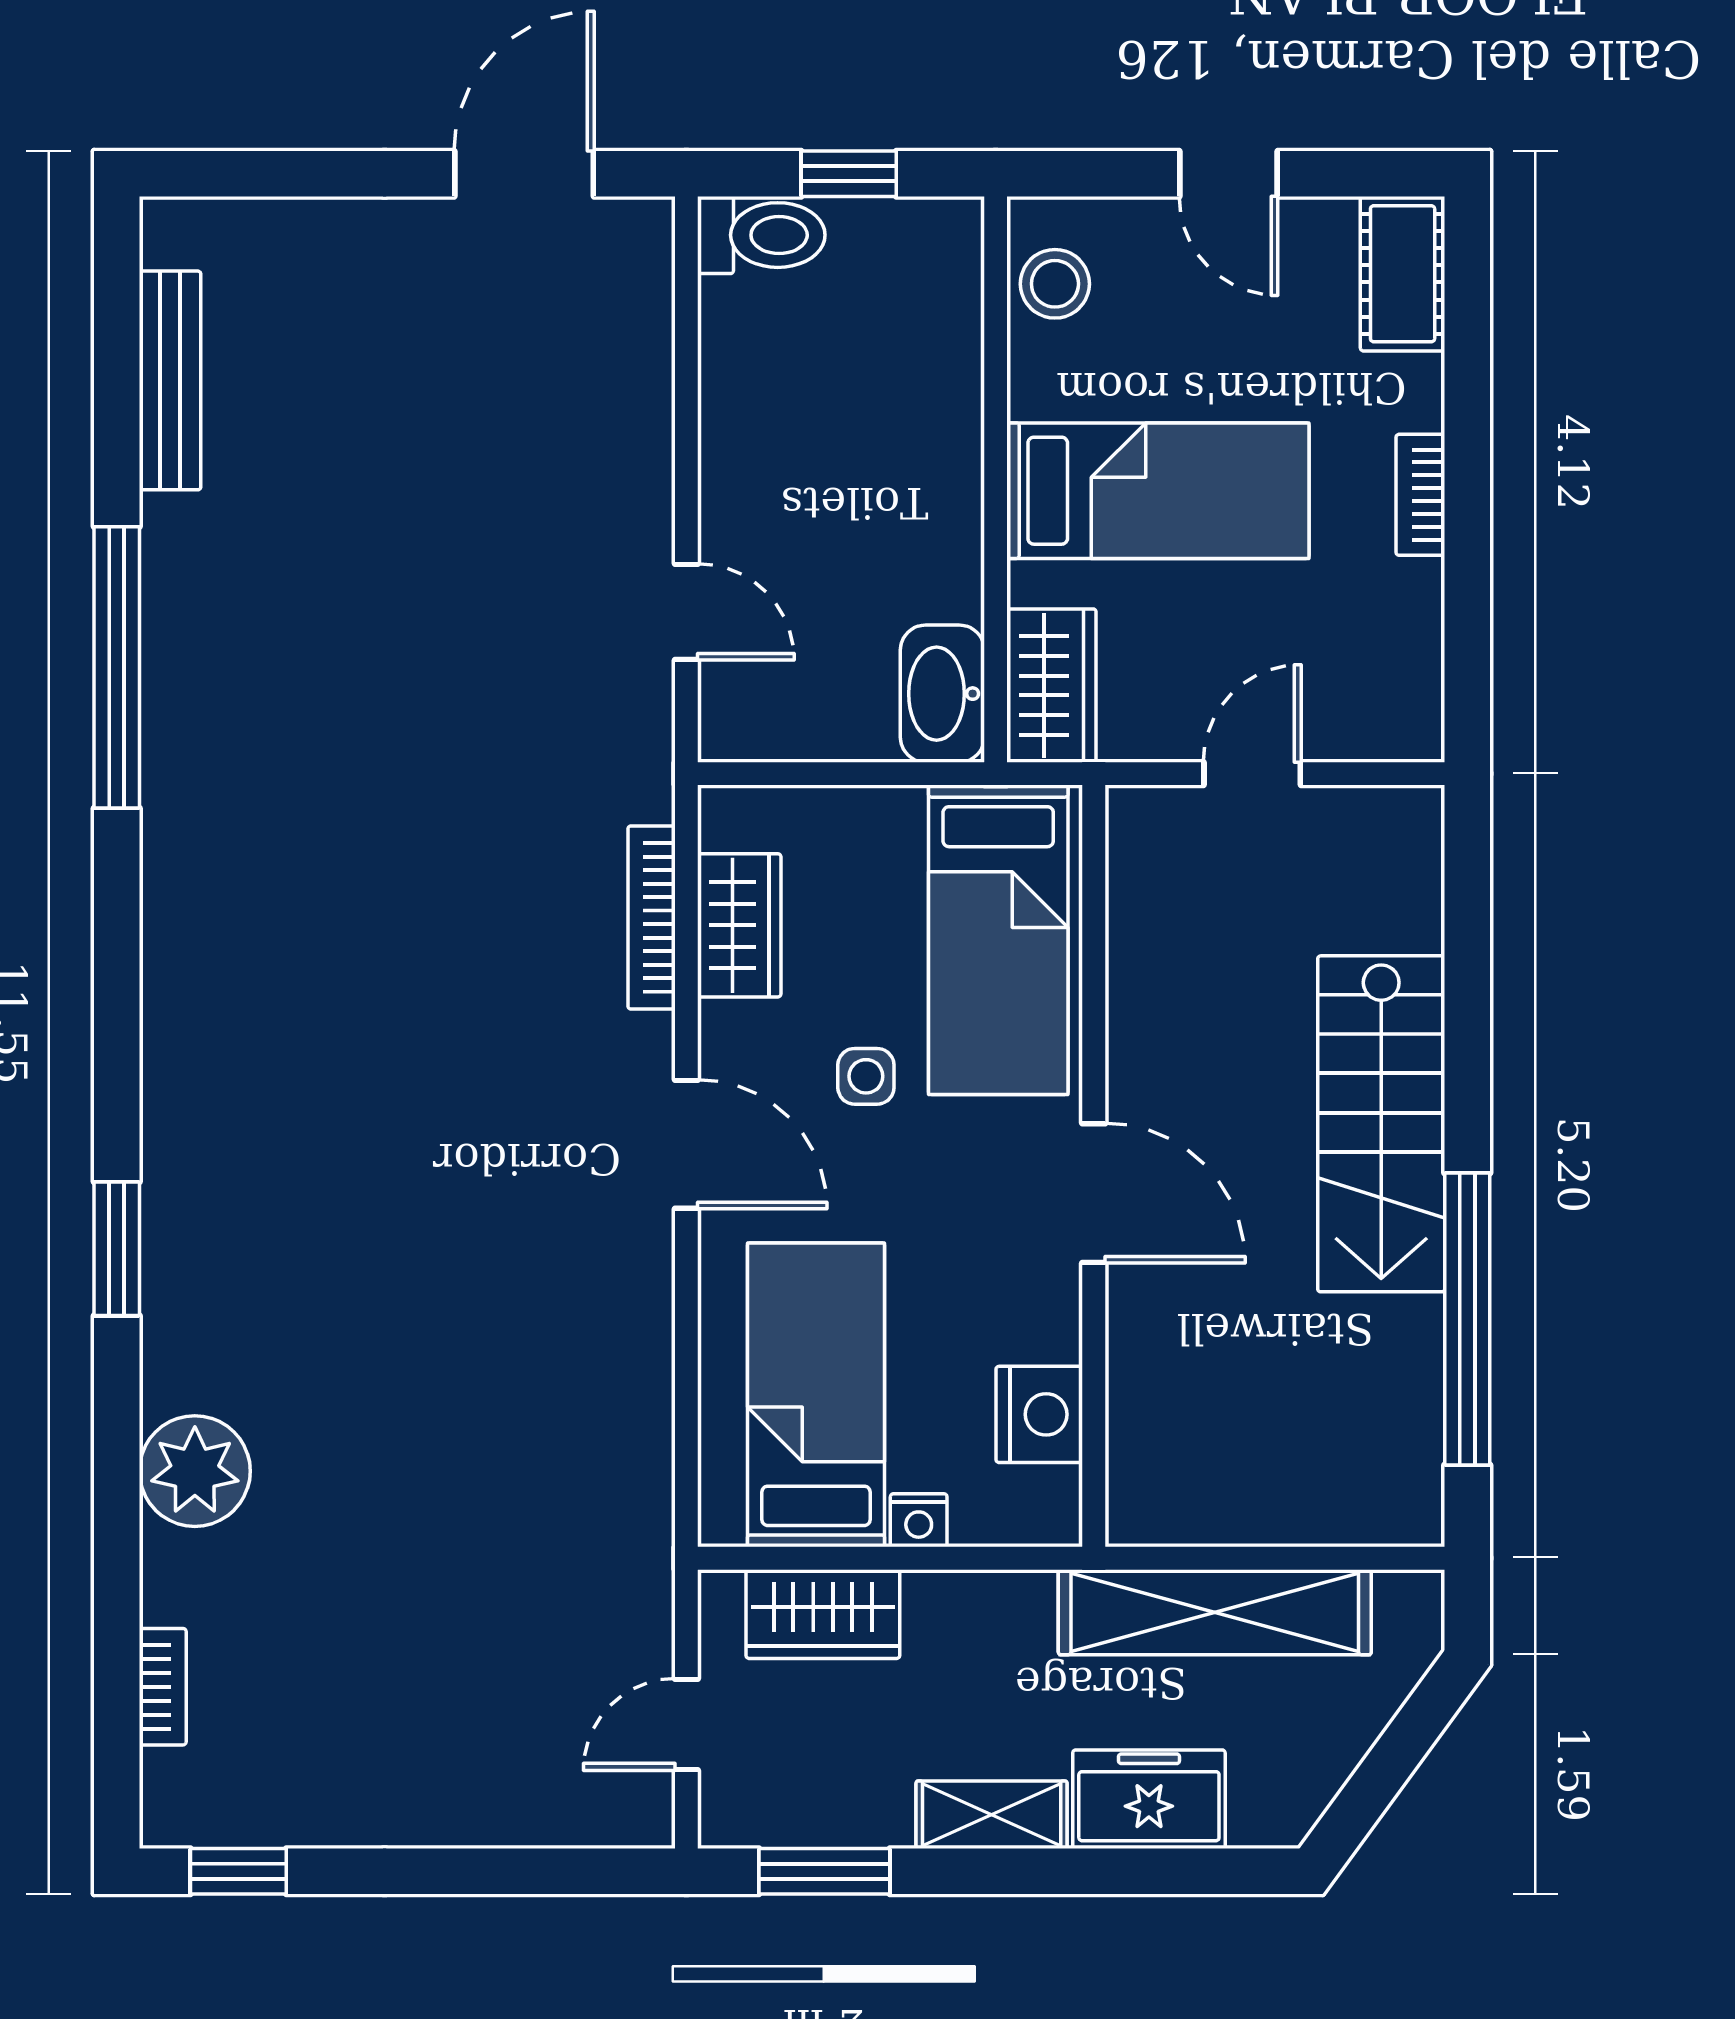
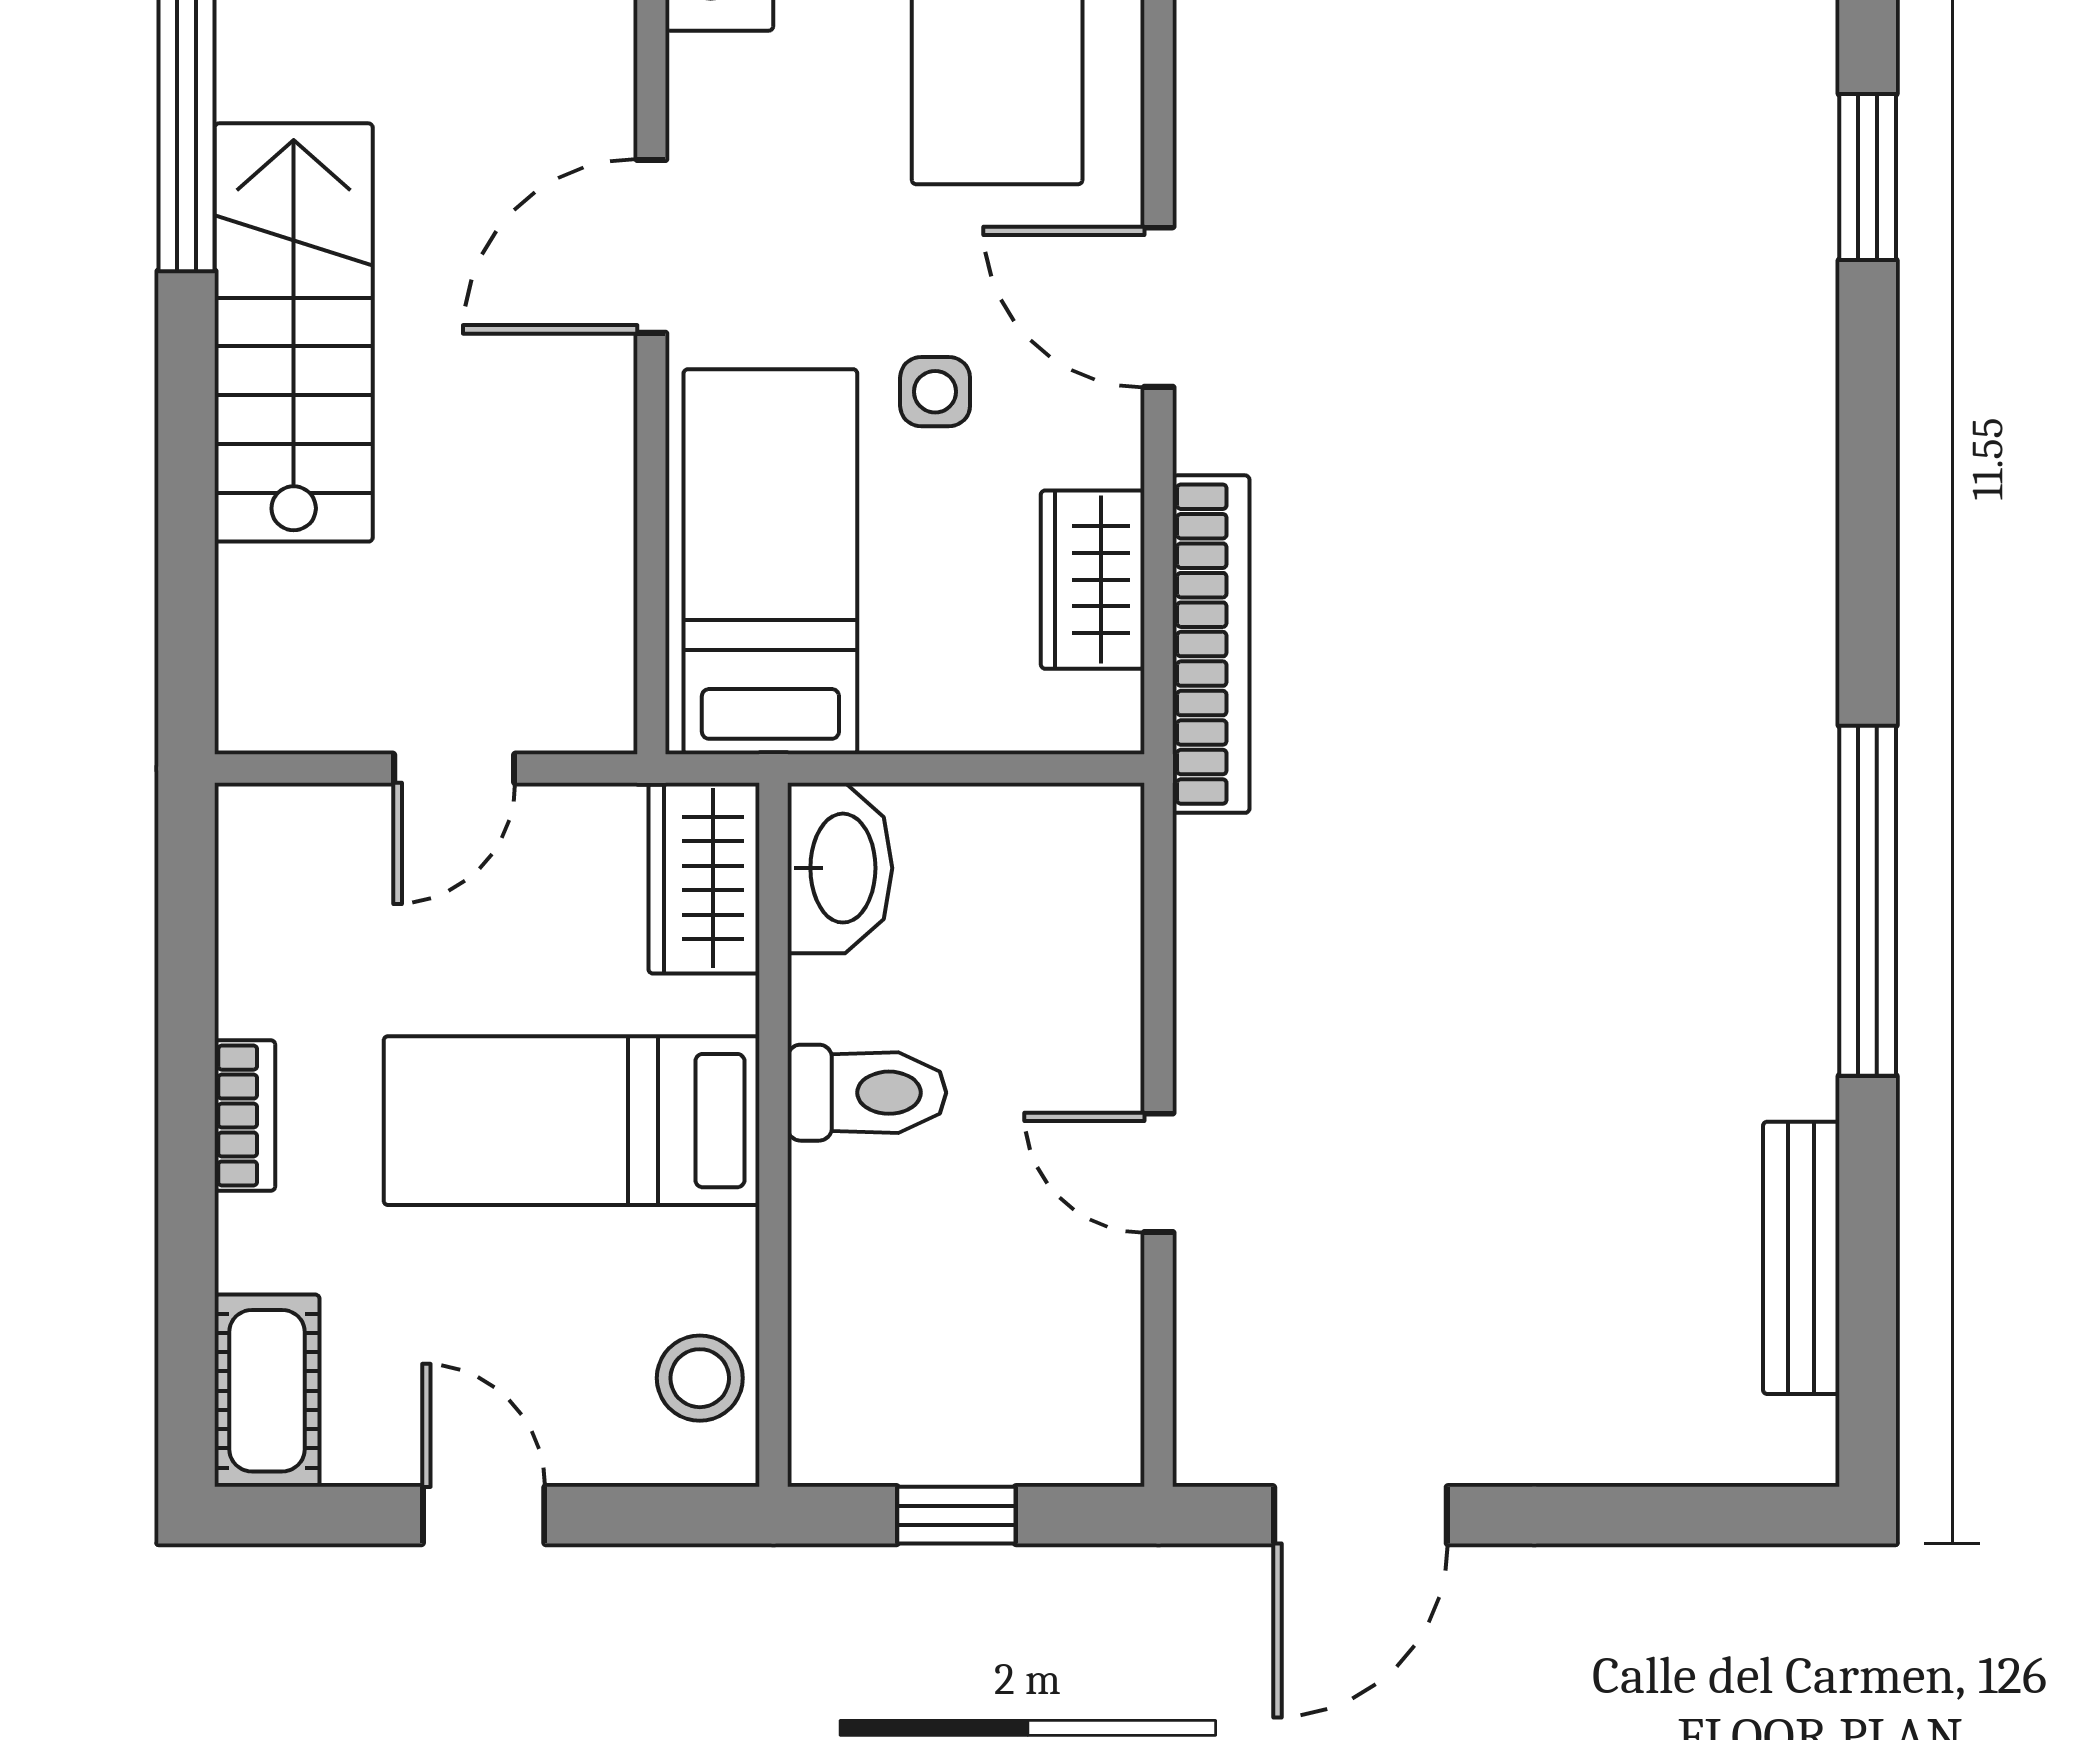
toilet: (761, 235) -> (867, 1093), moved, turned 180
door: (686, 612) -> (1159, 1173), moved
bookcase: (652, 918) -> (1211, 644), width x1.48, depth x1.31
door: (1094, 1193) -> (651, 246), hinge flipped

